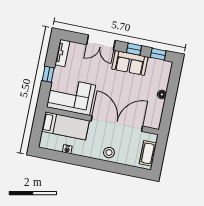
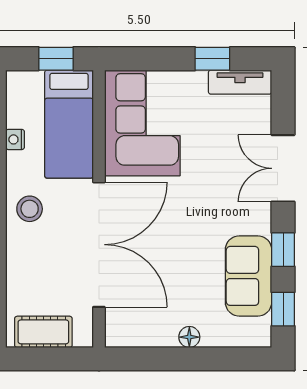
sofa: (130, 63) -> (248, 276), moved
window: (48, 74) -> (212, 59), moved
window: (38, 126) -> (56, 59), added
stool: (109, 153) -> (30, 209), moved

